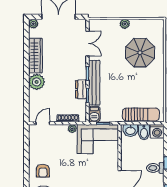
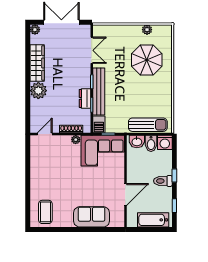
plant: (125, 24) -> (147, 30), moved
armchair: (43, 171) -> (45, 184), removed

